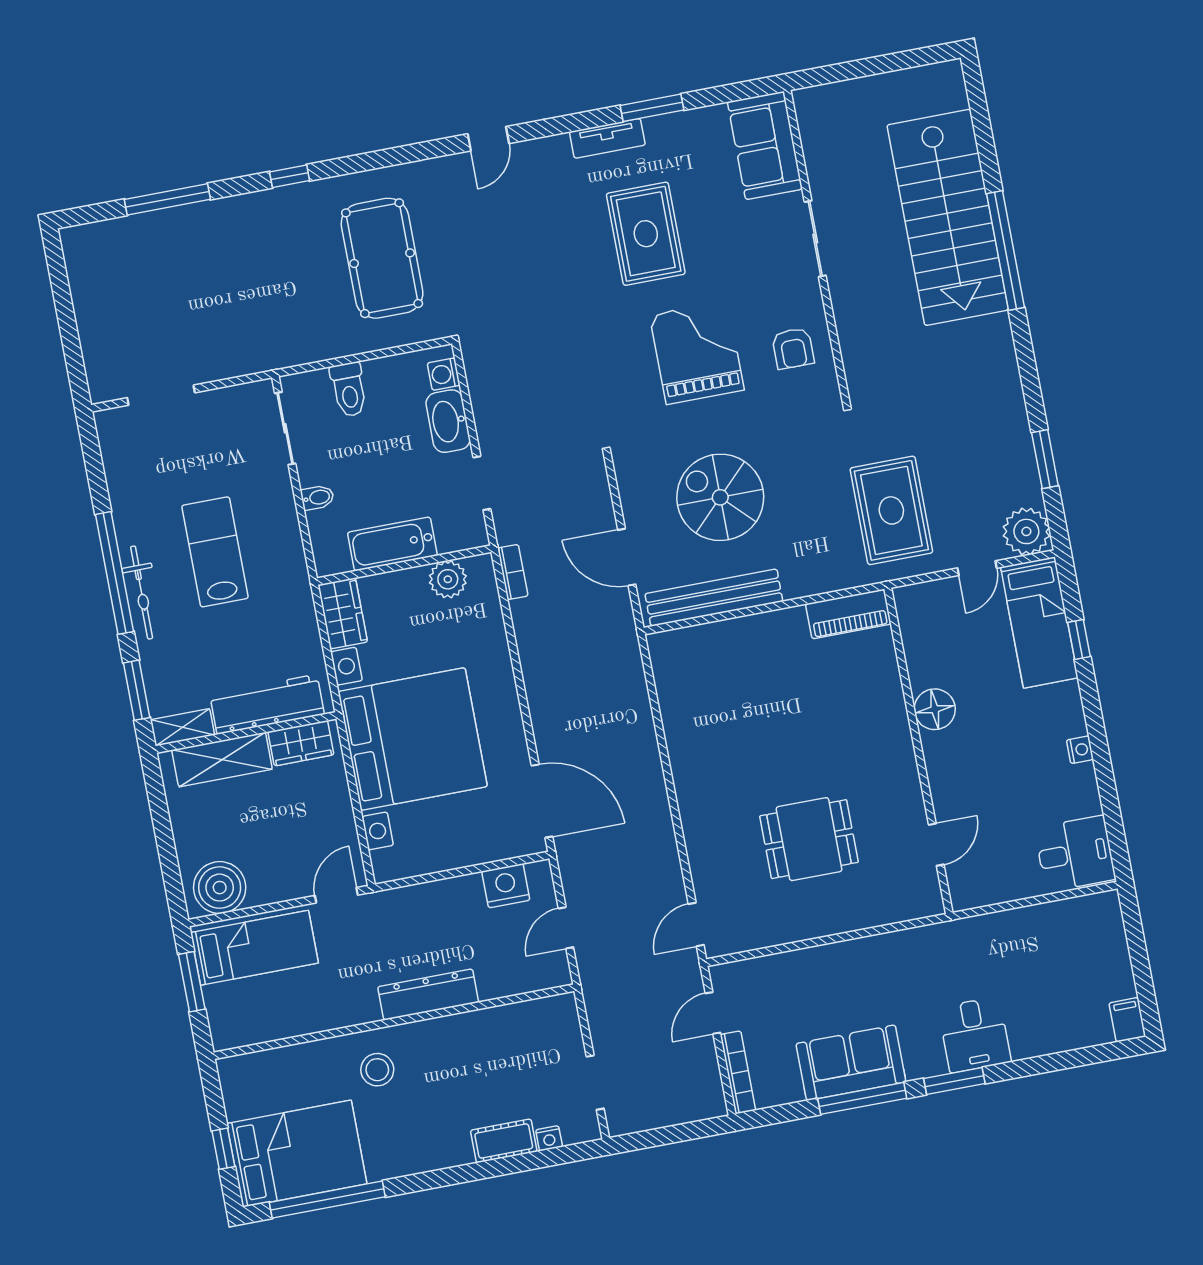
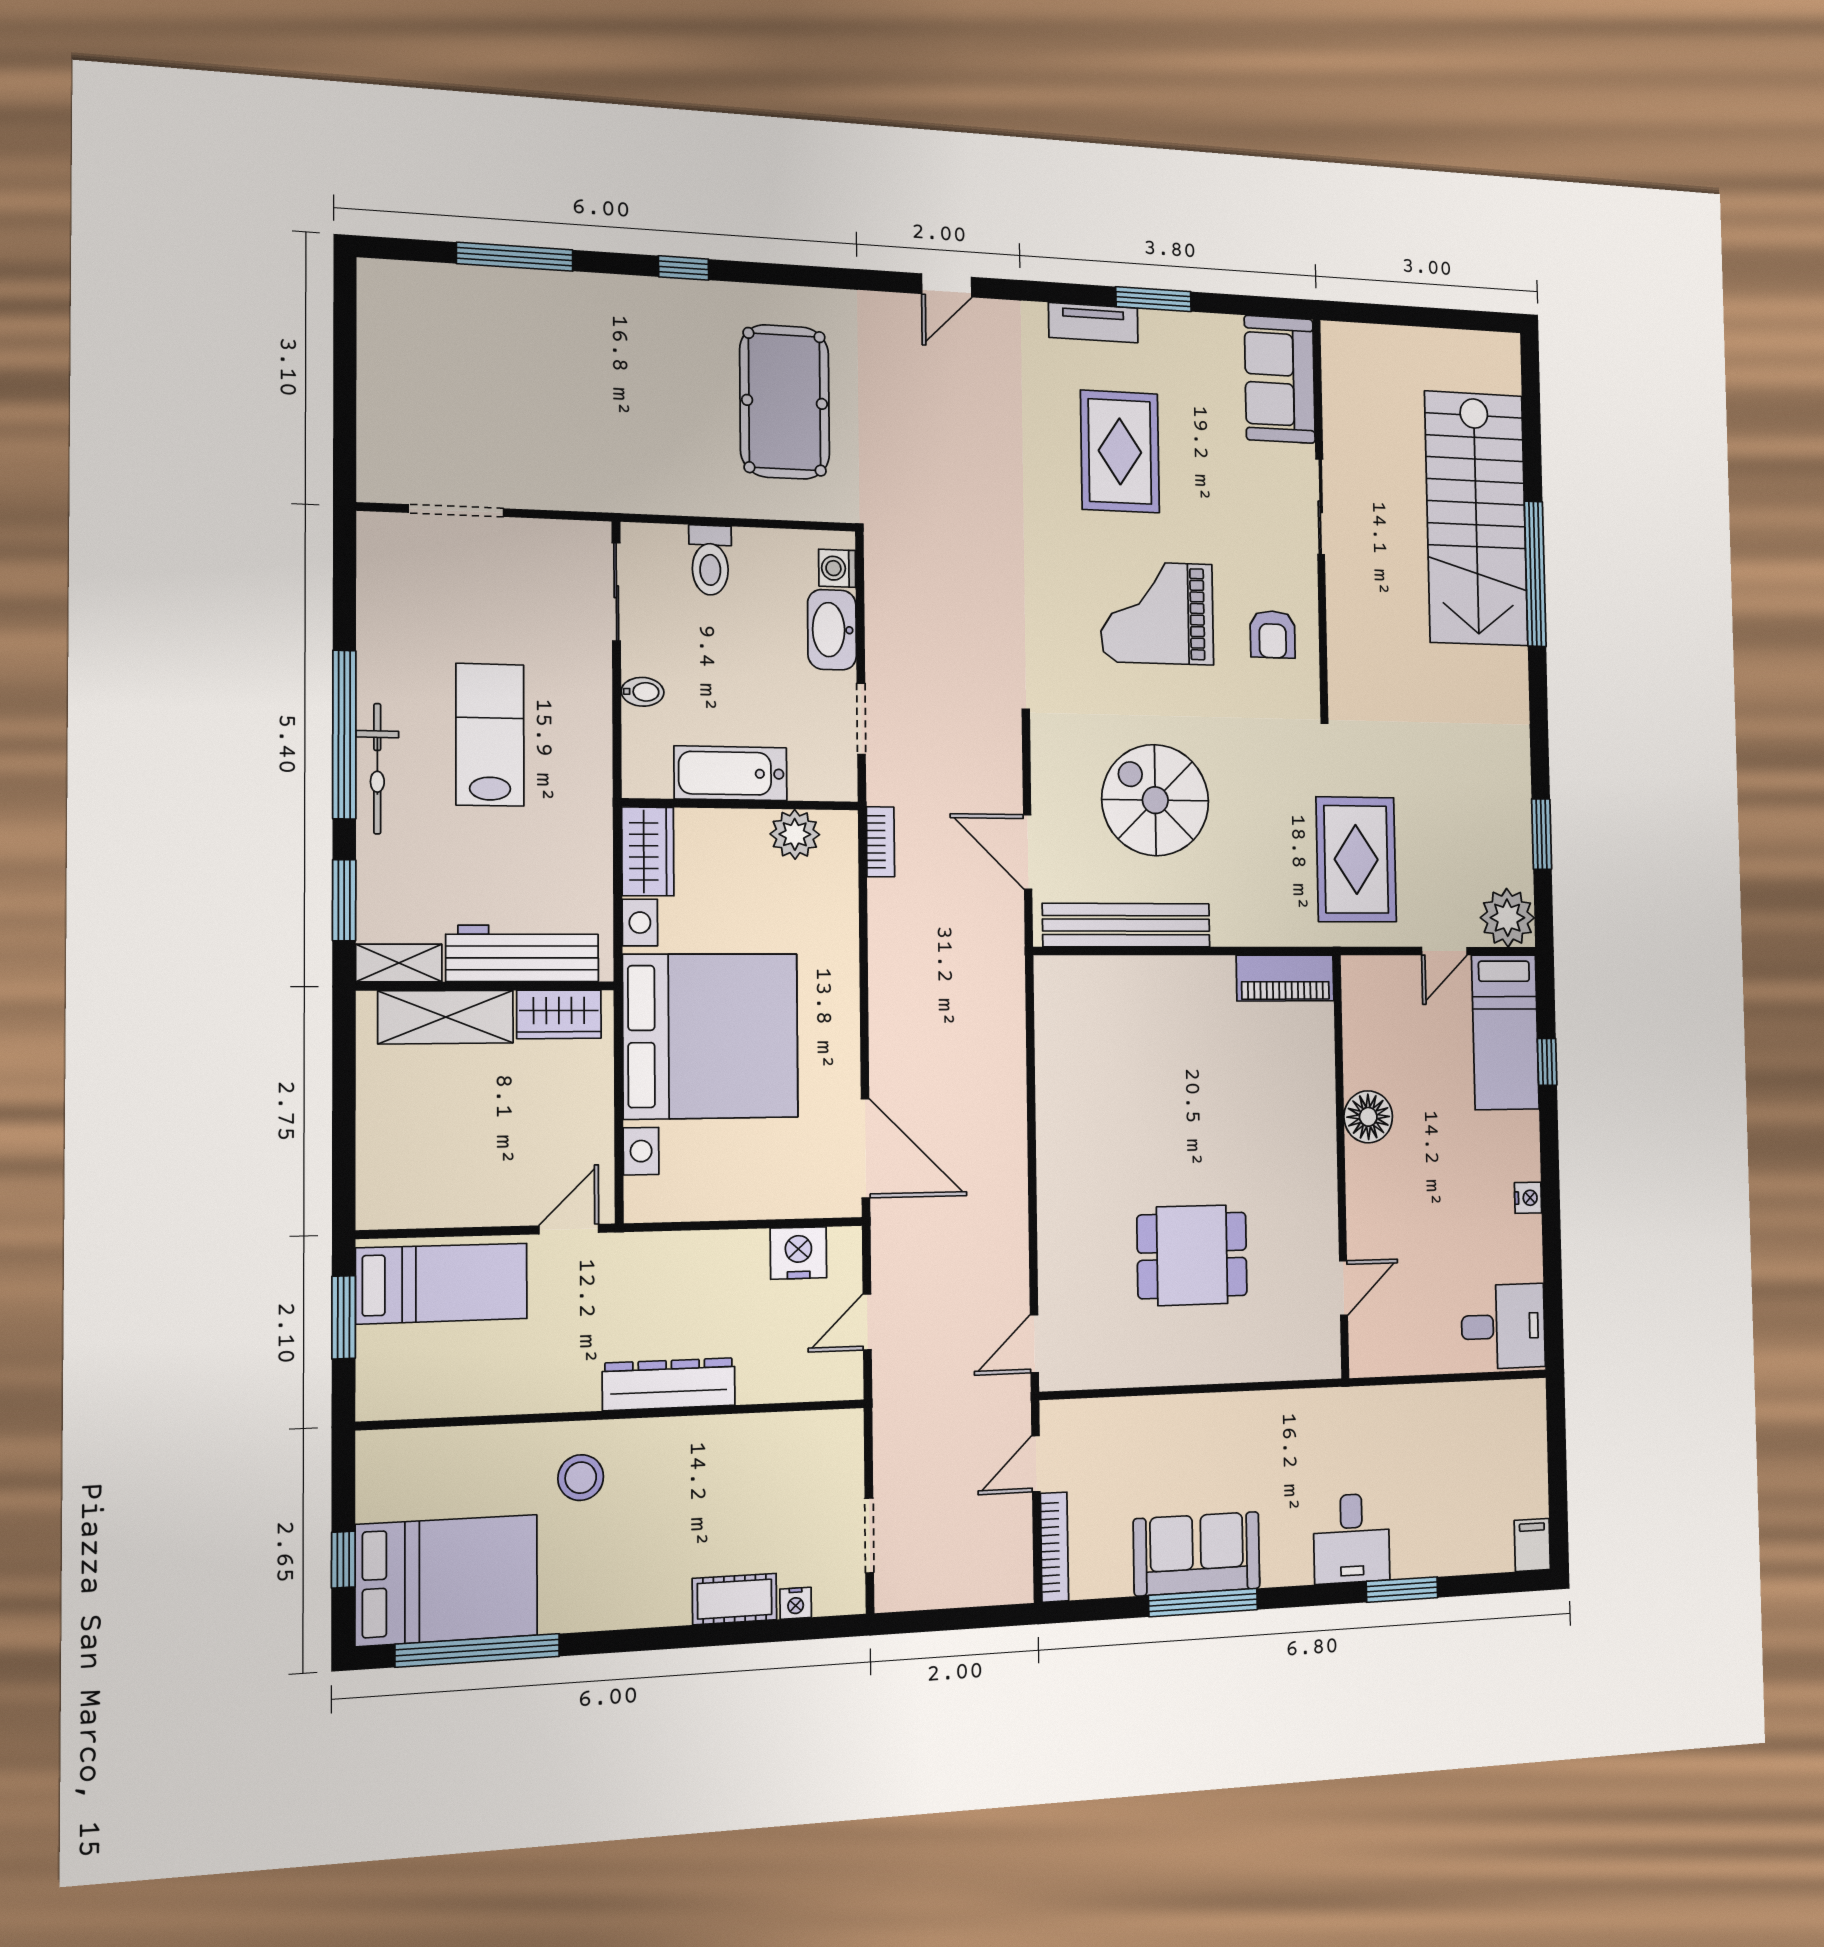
grand piano: (697, 352) -> (1157, 613), turned -90
boiler: (220, 888) -> (409, 1192), removed
window: (954, 1081) -> (1402, 1589), moved

